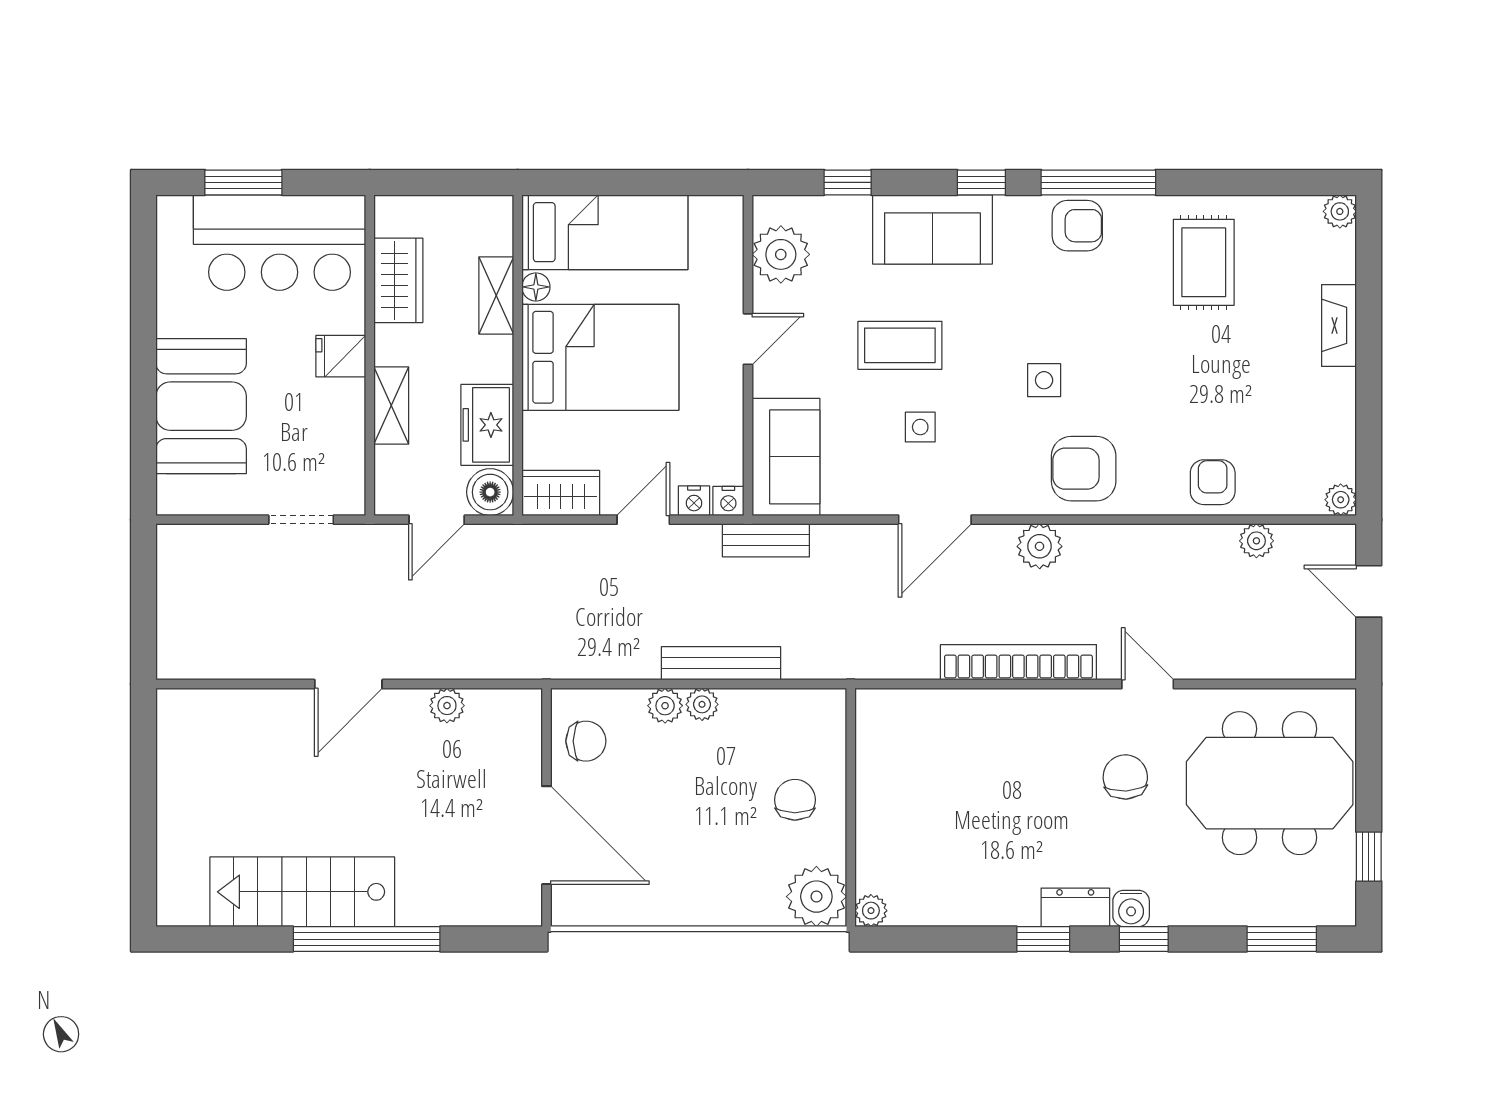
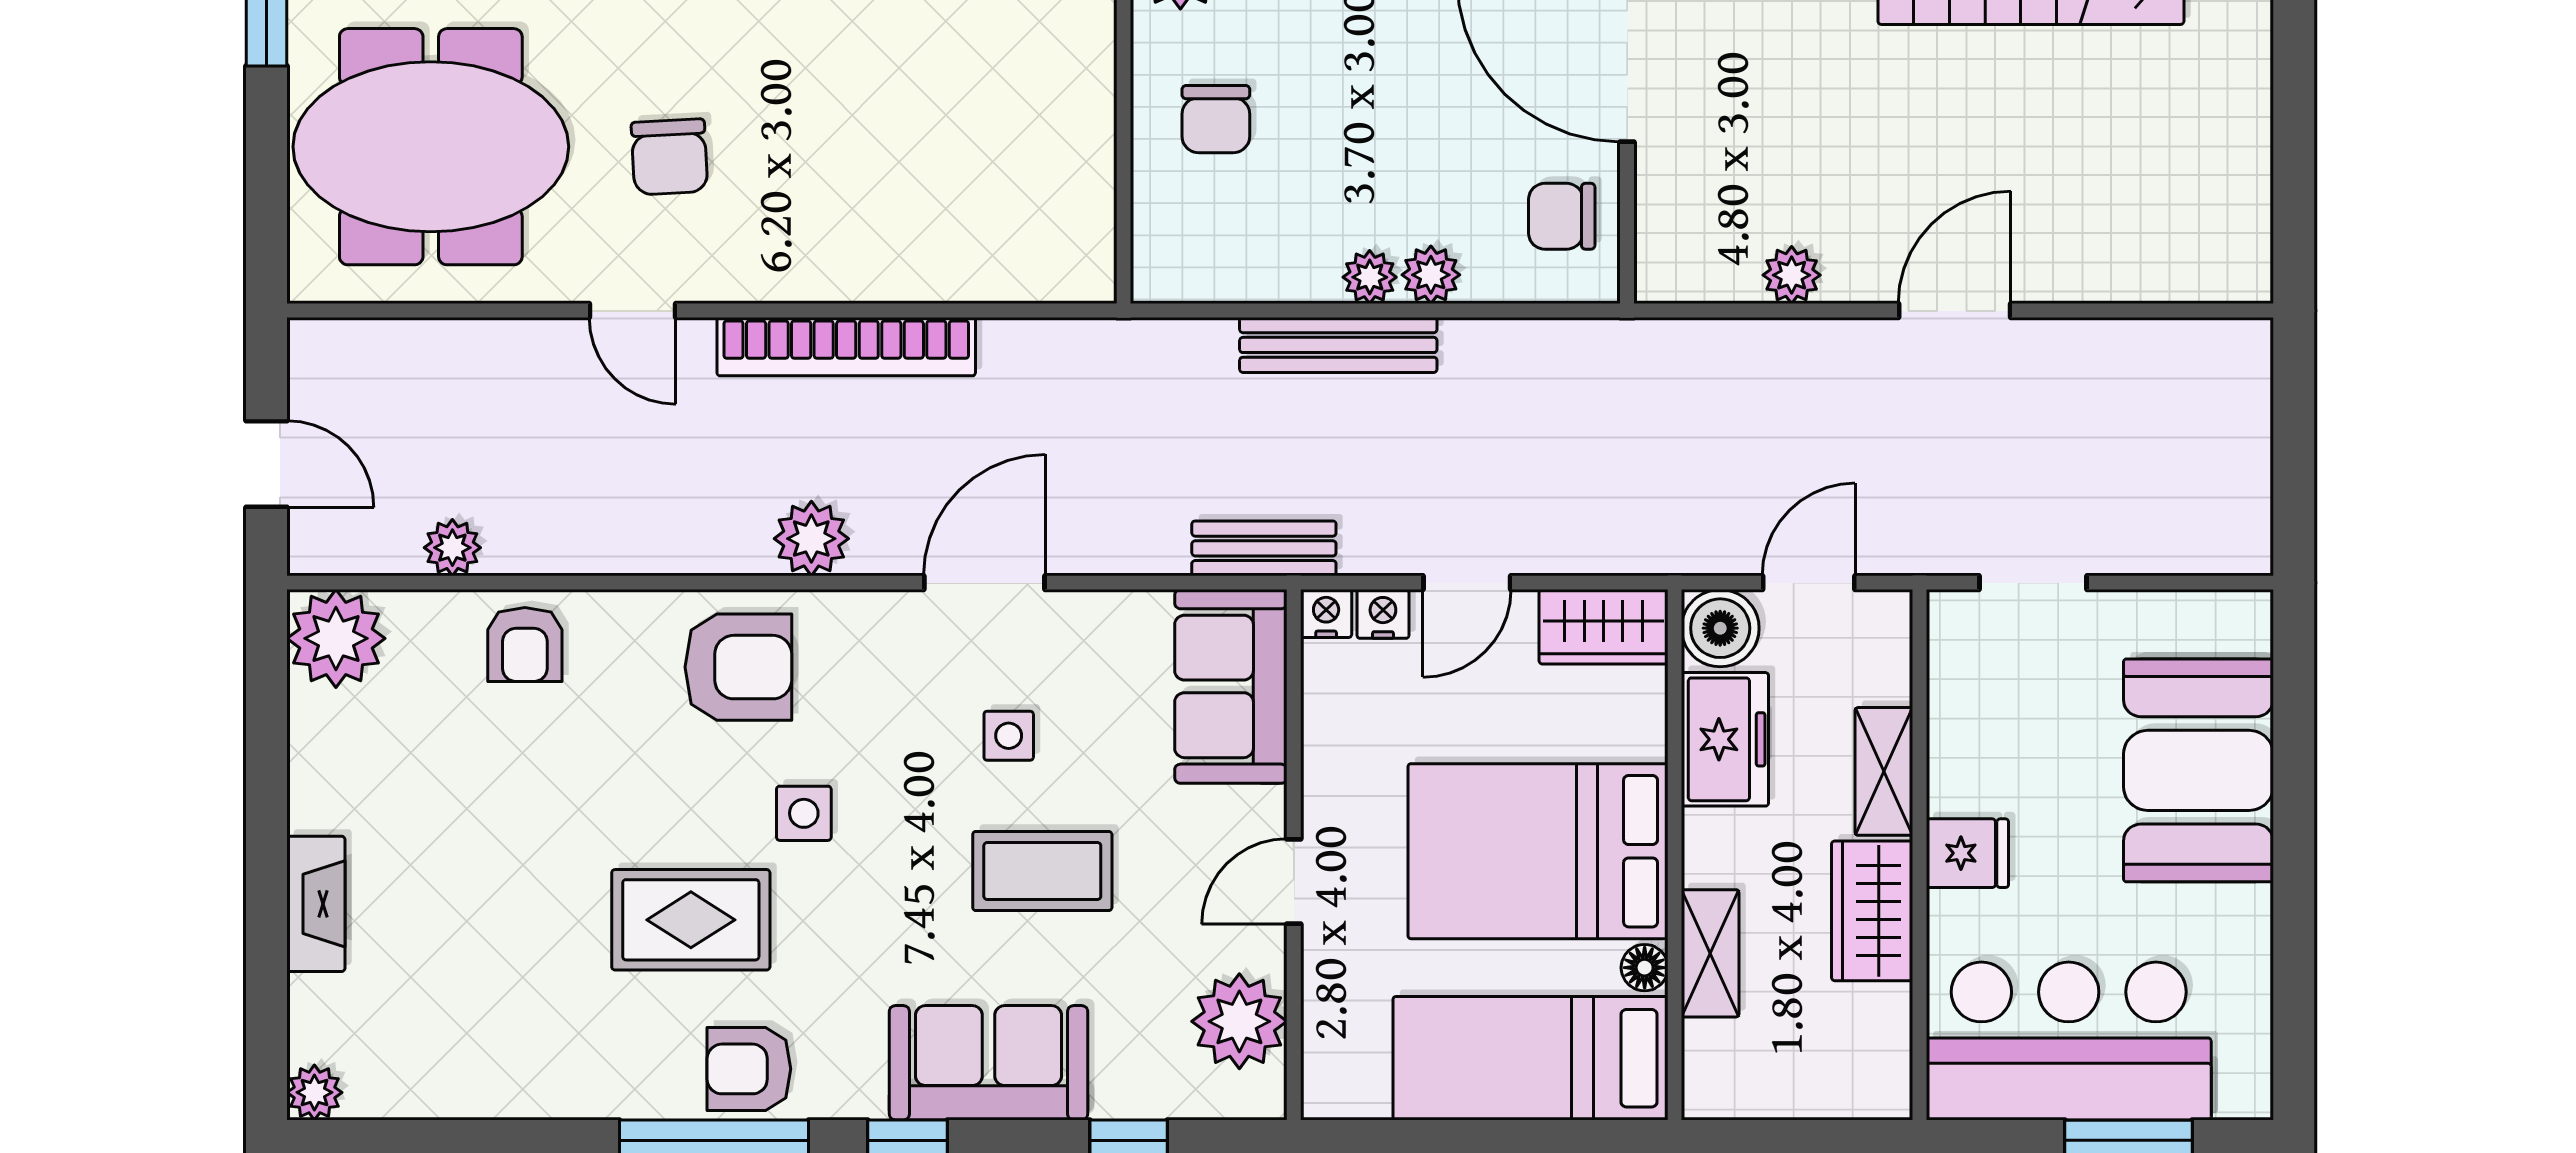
rug: (1204, 262) -> (691, 920), moved, turned 90
wardrobe: (398, 280) -> (1872, 911), moved
plant: (1341, 500) -> (336, 638), width x1.87, depth x1.87

